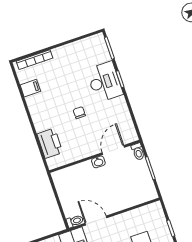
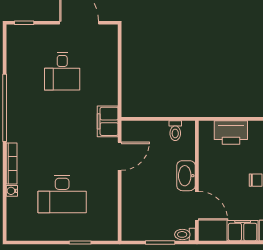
filing cabinet: (120, 109) -> (243, 231), added
washbasin: (98, 162) -> (186, 176), width x1.91, depth x1.45
toilet: (75, 221) -> (175, 131), moved

